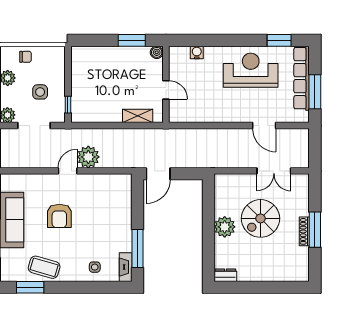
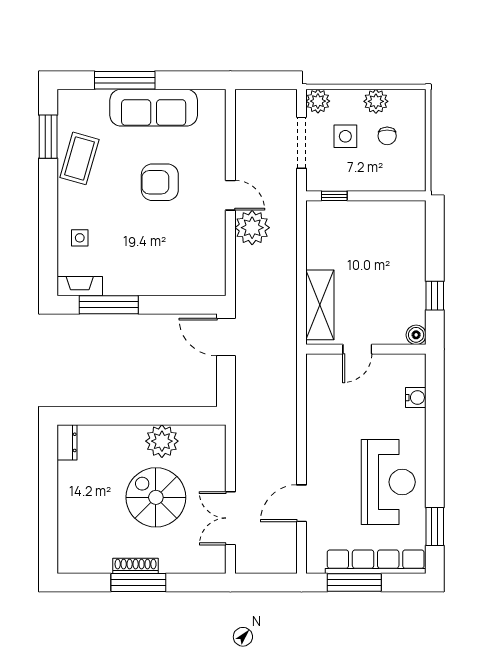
window: (132, 40) -> (435, 296), width x0.67
chair: (26, 57) -> (387, 136), moved
side table: (40, 92) -> (345, 136), moved
shelving: (138, 116) -> (320, 305), width x1.50, depth x1.33
plant: (225, 227) -> (162, 441), moved

